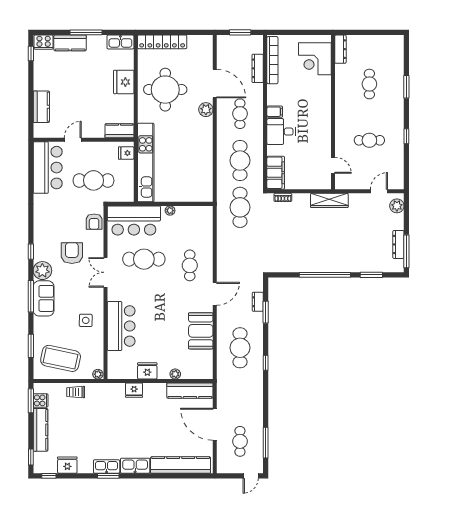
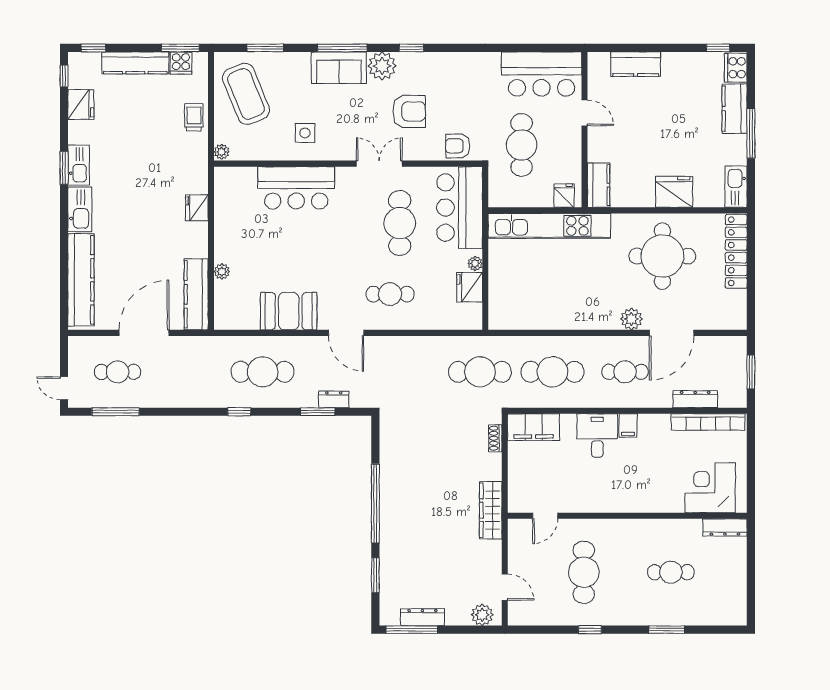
cafe table: (369, 140) -> (584, 572), width x1.37, depth x1.35
coffee table: (61, 358) -> (246, 94), turned -34
fridge: (147, 371) -> (470, 287), moved, turned 180

